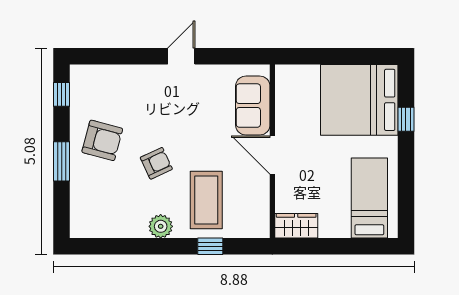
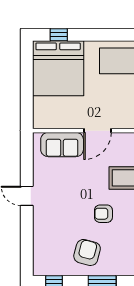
window: (406, 119) -> (59, 35), moved
armchair: (156, 163) -> (103, 214), turned -65

